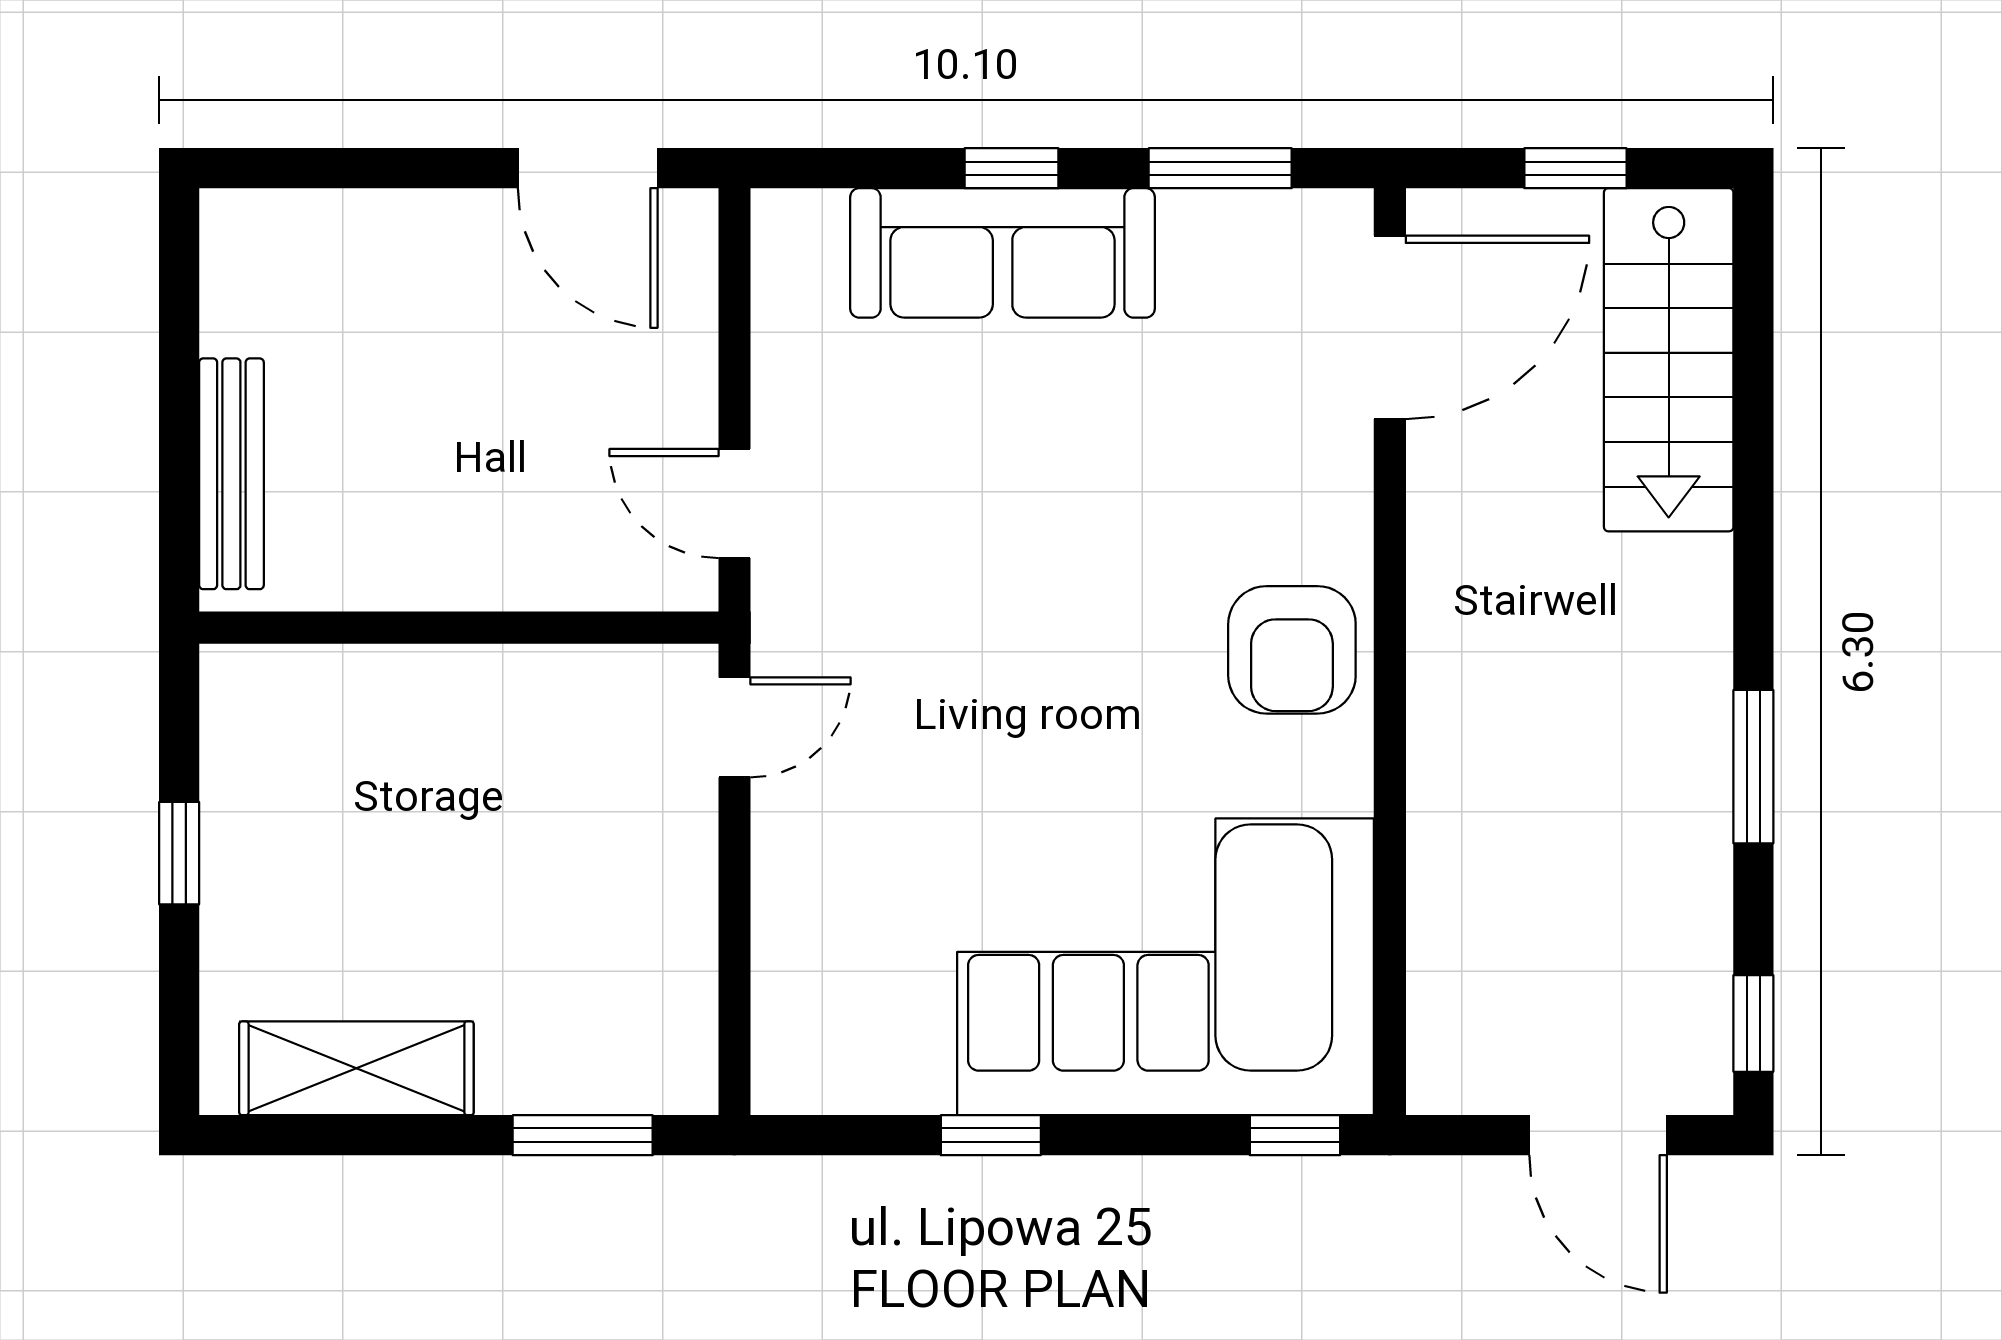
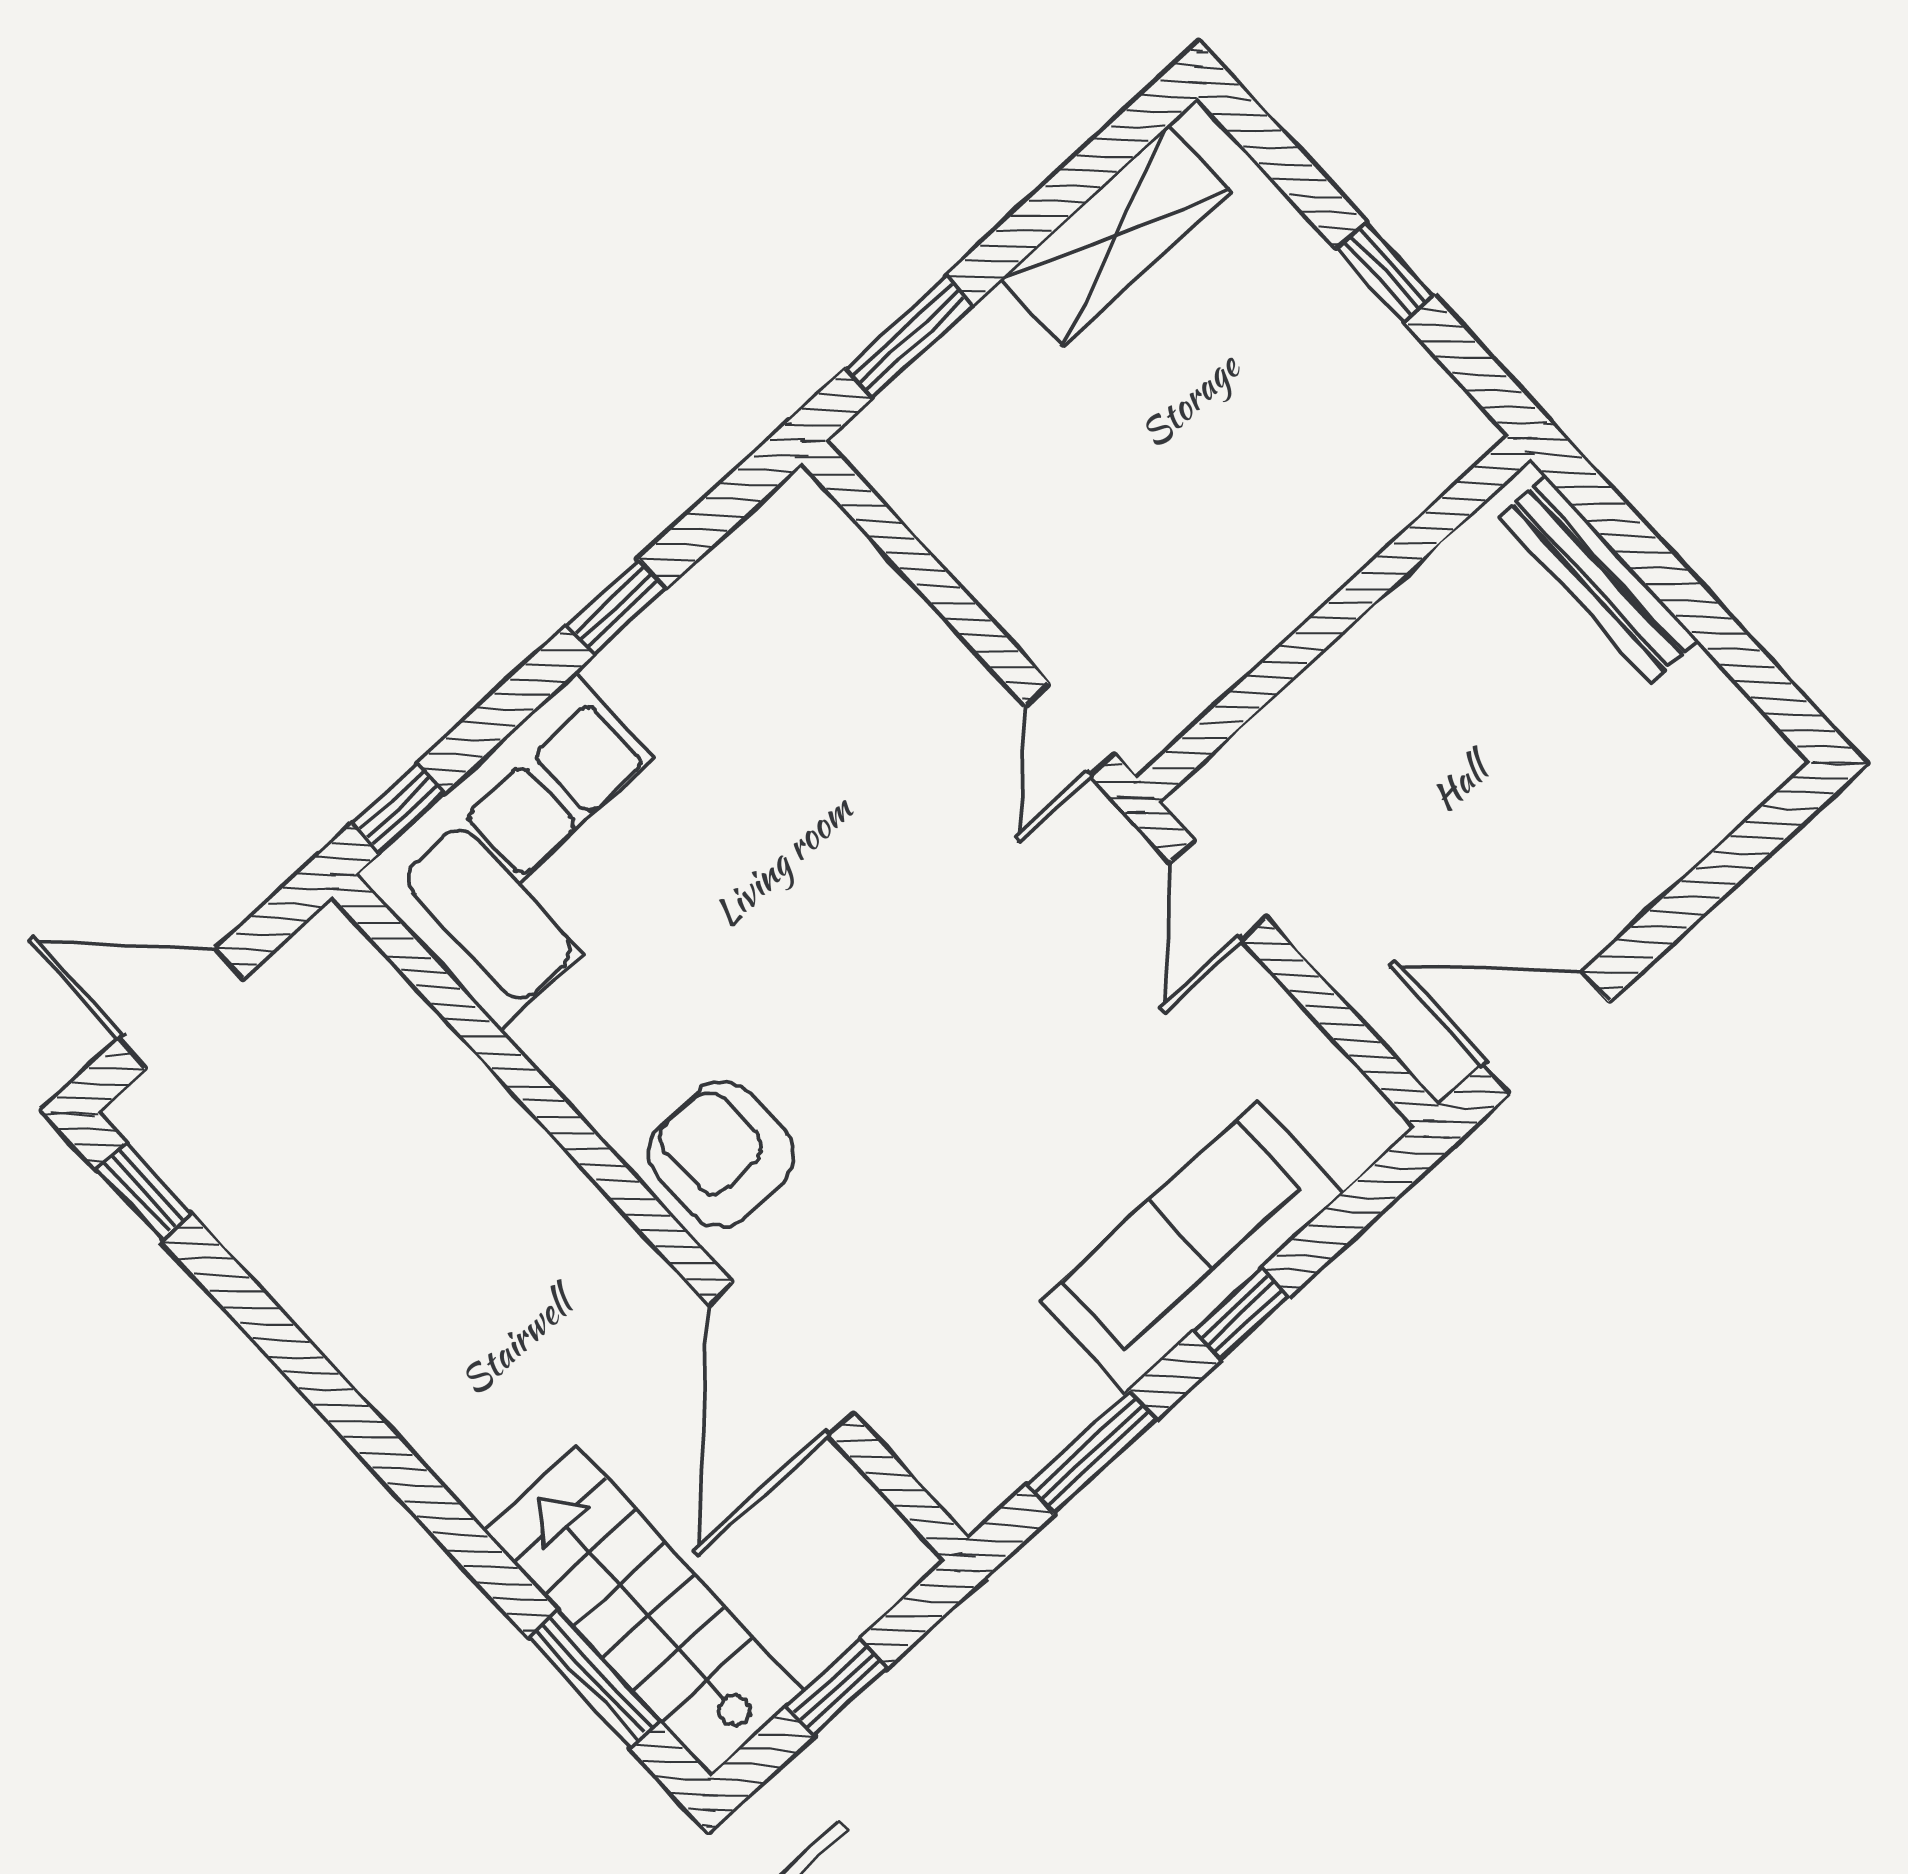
door: (1390, 327) -> (780, 1358), moved
door: (735, 504) -> (1218, 890), swing flipped
window: (1753, 767) -> (594, 1680), moved
corner sofa: (1165, 967) -> (537, 852), width x0.73, depth x0.74

